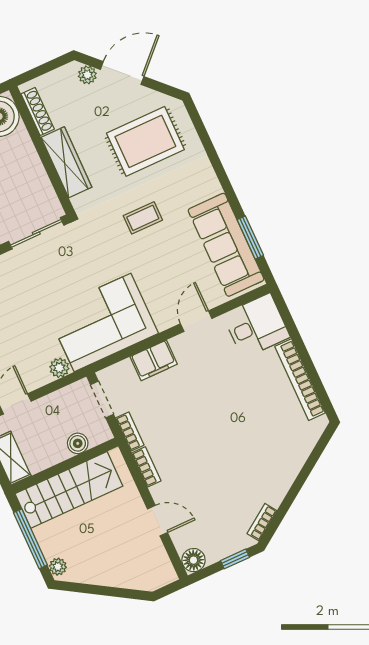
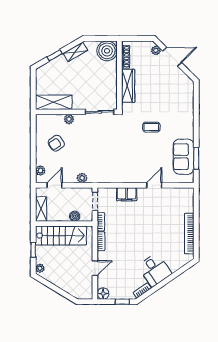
rug: (145, 141) -> (168, 93), removed
sofa: (226, 245) -> (184, 157), width x0.73
corner sofa: (103, 322) -> (111, 166), removed
desk: (256, 326) -> (155, 270), moved, turned 55
door: (158, 521) -> (95, 268), hinge flipped
window: (30, 539) -> (33, 250), width x0.46

